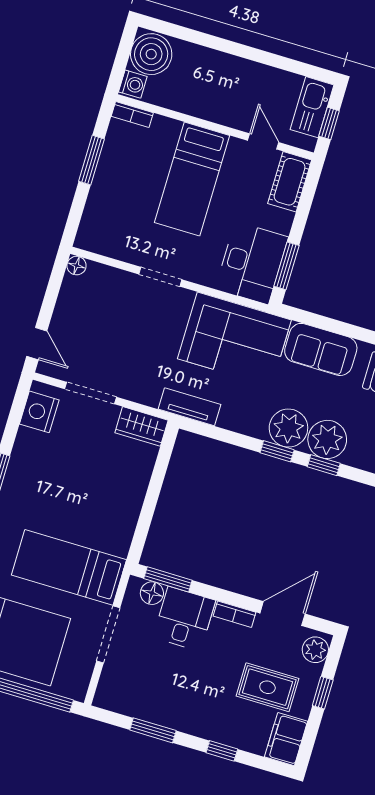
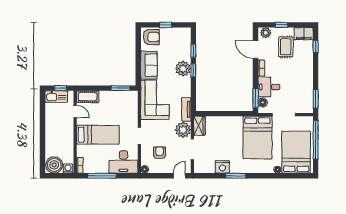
door: (263, 141) -> (75, 112), swing flipped
window: (92, 160) -> (102, 176), width x1.44
desk: (252, 263) -> (123, 162), moved, turned 180
armchair: (105, 313) -> (160, 153), added
nightstand: (39, 412) -> (222, 167), moved
plant: (327, 439) -> (183, 130), moved
bed: (69, 567) -> (258, 138), width x1.50
window: (153, 730) -> (316, 99), moved
window: (222, 751) -> (316, 46), moved

